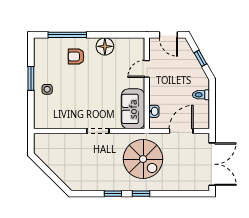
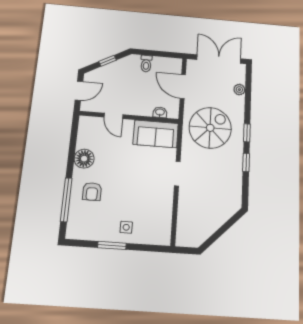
plant: (183, 185) -> (239, 90), added

